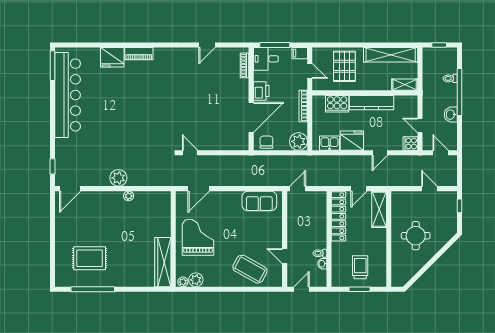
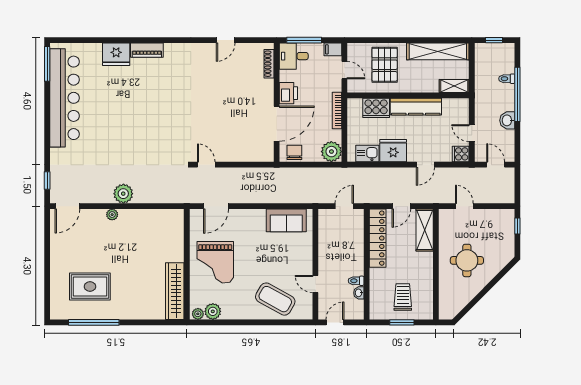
door: (298, 189) -> (344, 206), moved
door: (429, 189) -> (464, 206), moved
plant: (129, 196) -> (112, 215), moved
grand piano: (198, 237) -> (215, 262), turned 180

